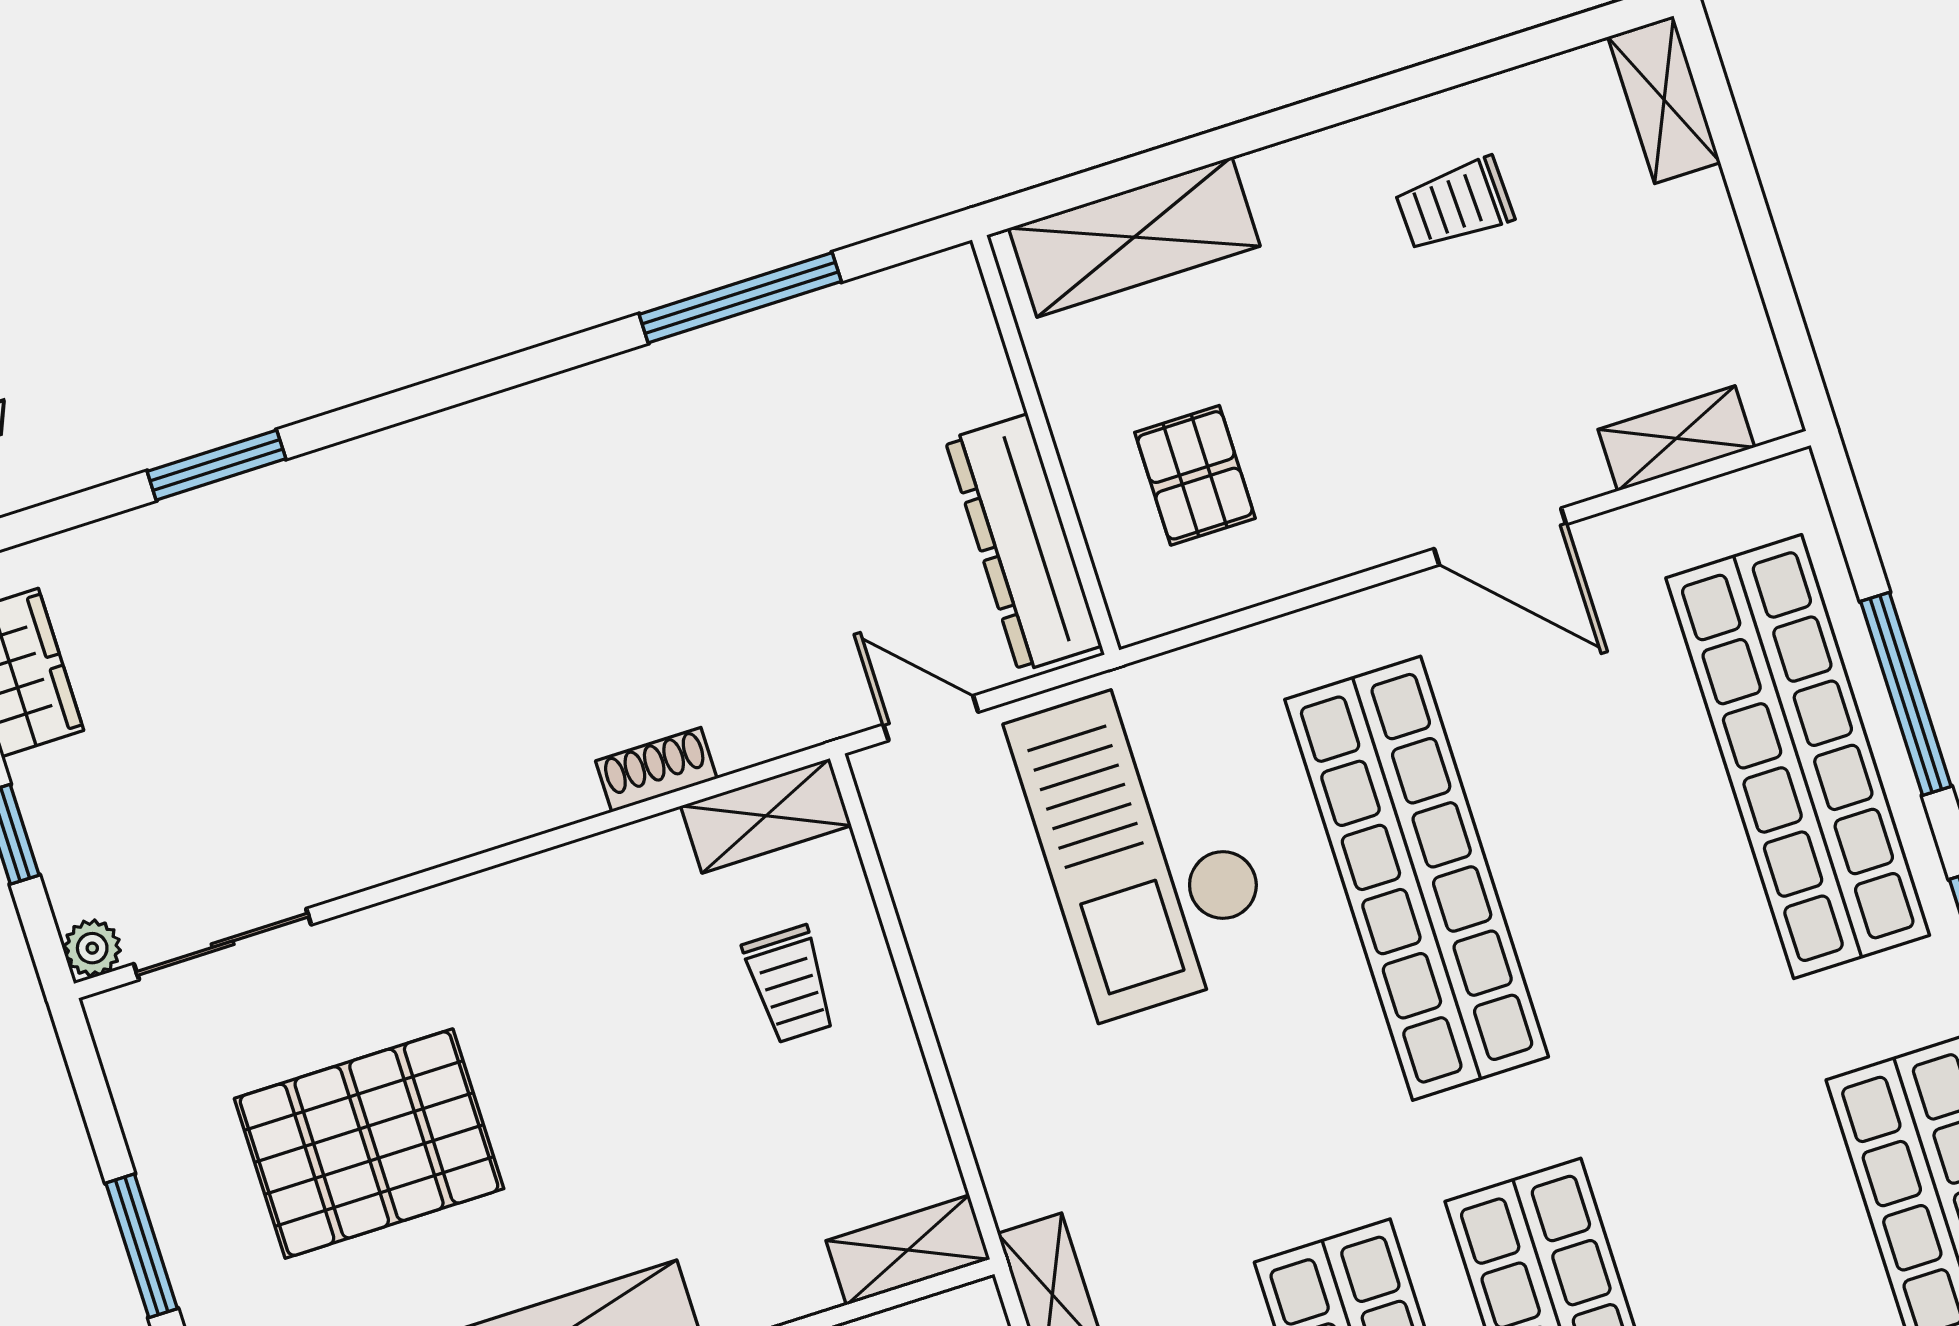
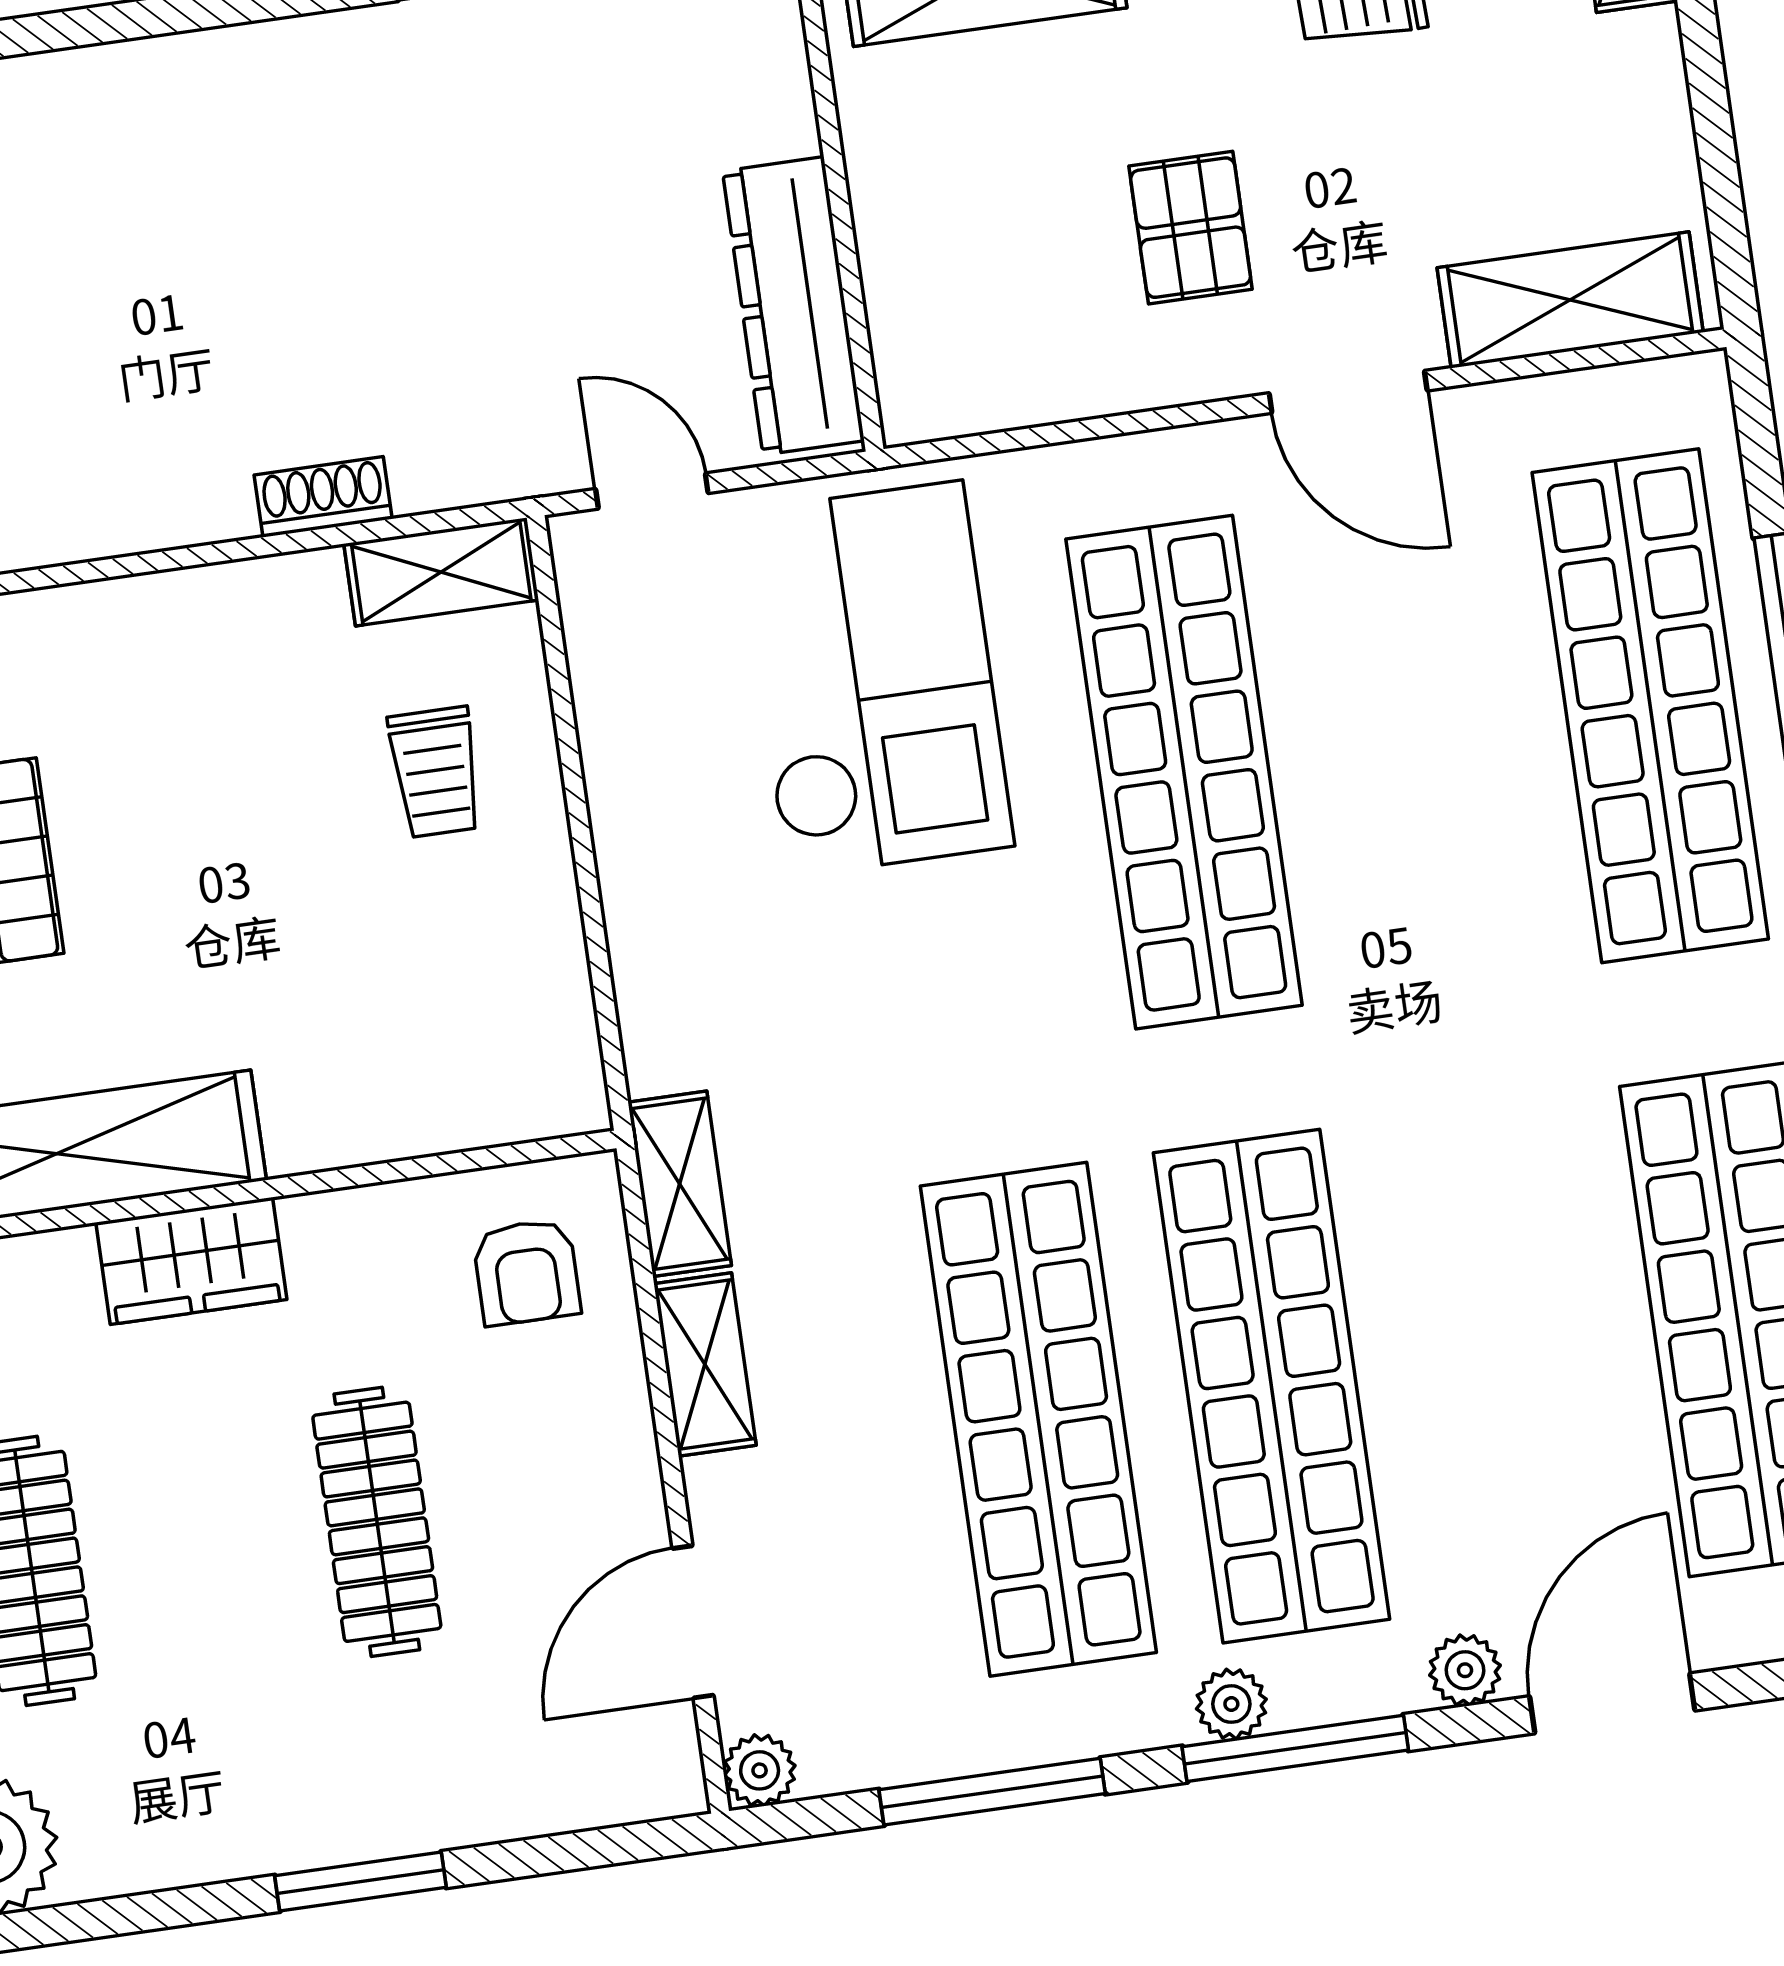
shelving: (1676, 438) -> (1570, 300), width x1.50, depth x1.33
pallet: (1195, 475) -> (1191, 228), moved
checkout: (1144, 844) -> (874, 679), turned 180
shelving: (908, 1250) -> (521, 1104), removed

